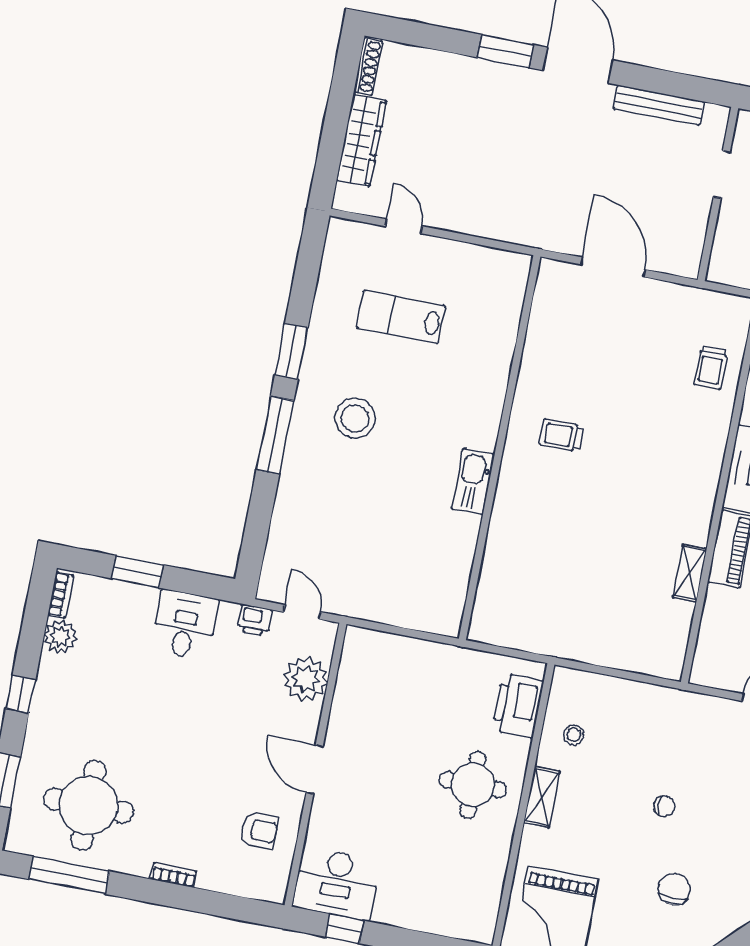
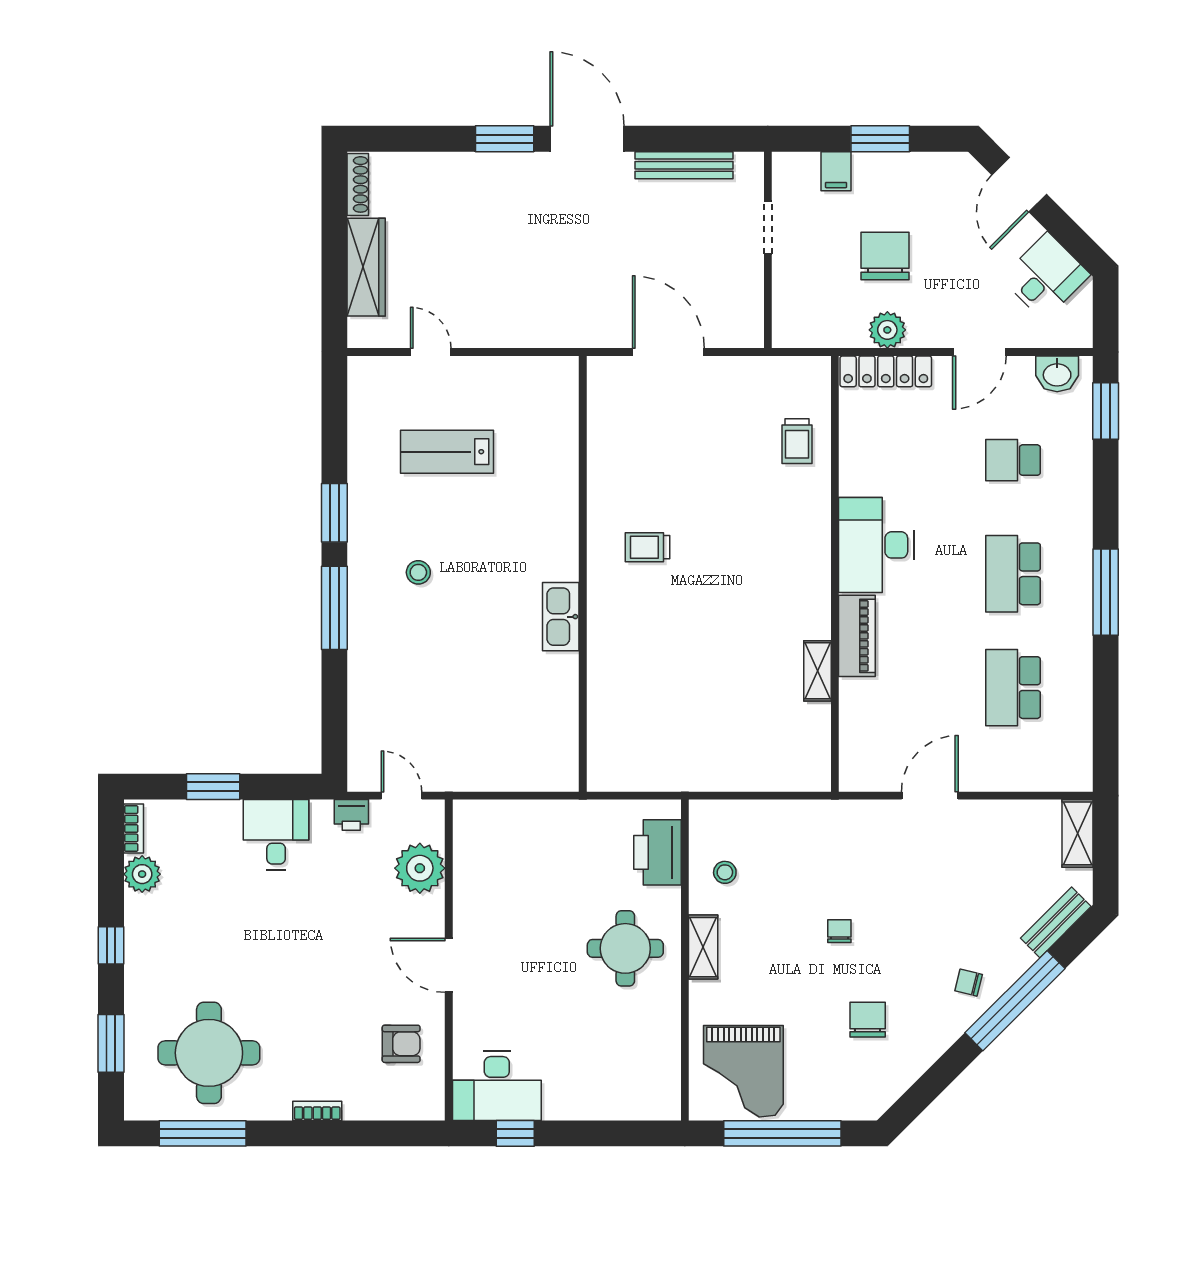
stool: (355, 418) -> (418, 572), width x0.53, depth x0.53
chair: (664, 806) -> (839, 931), turned -90

